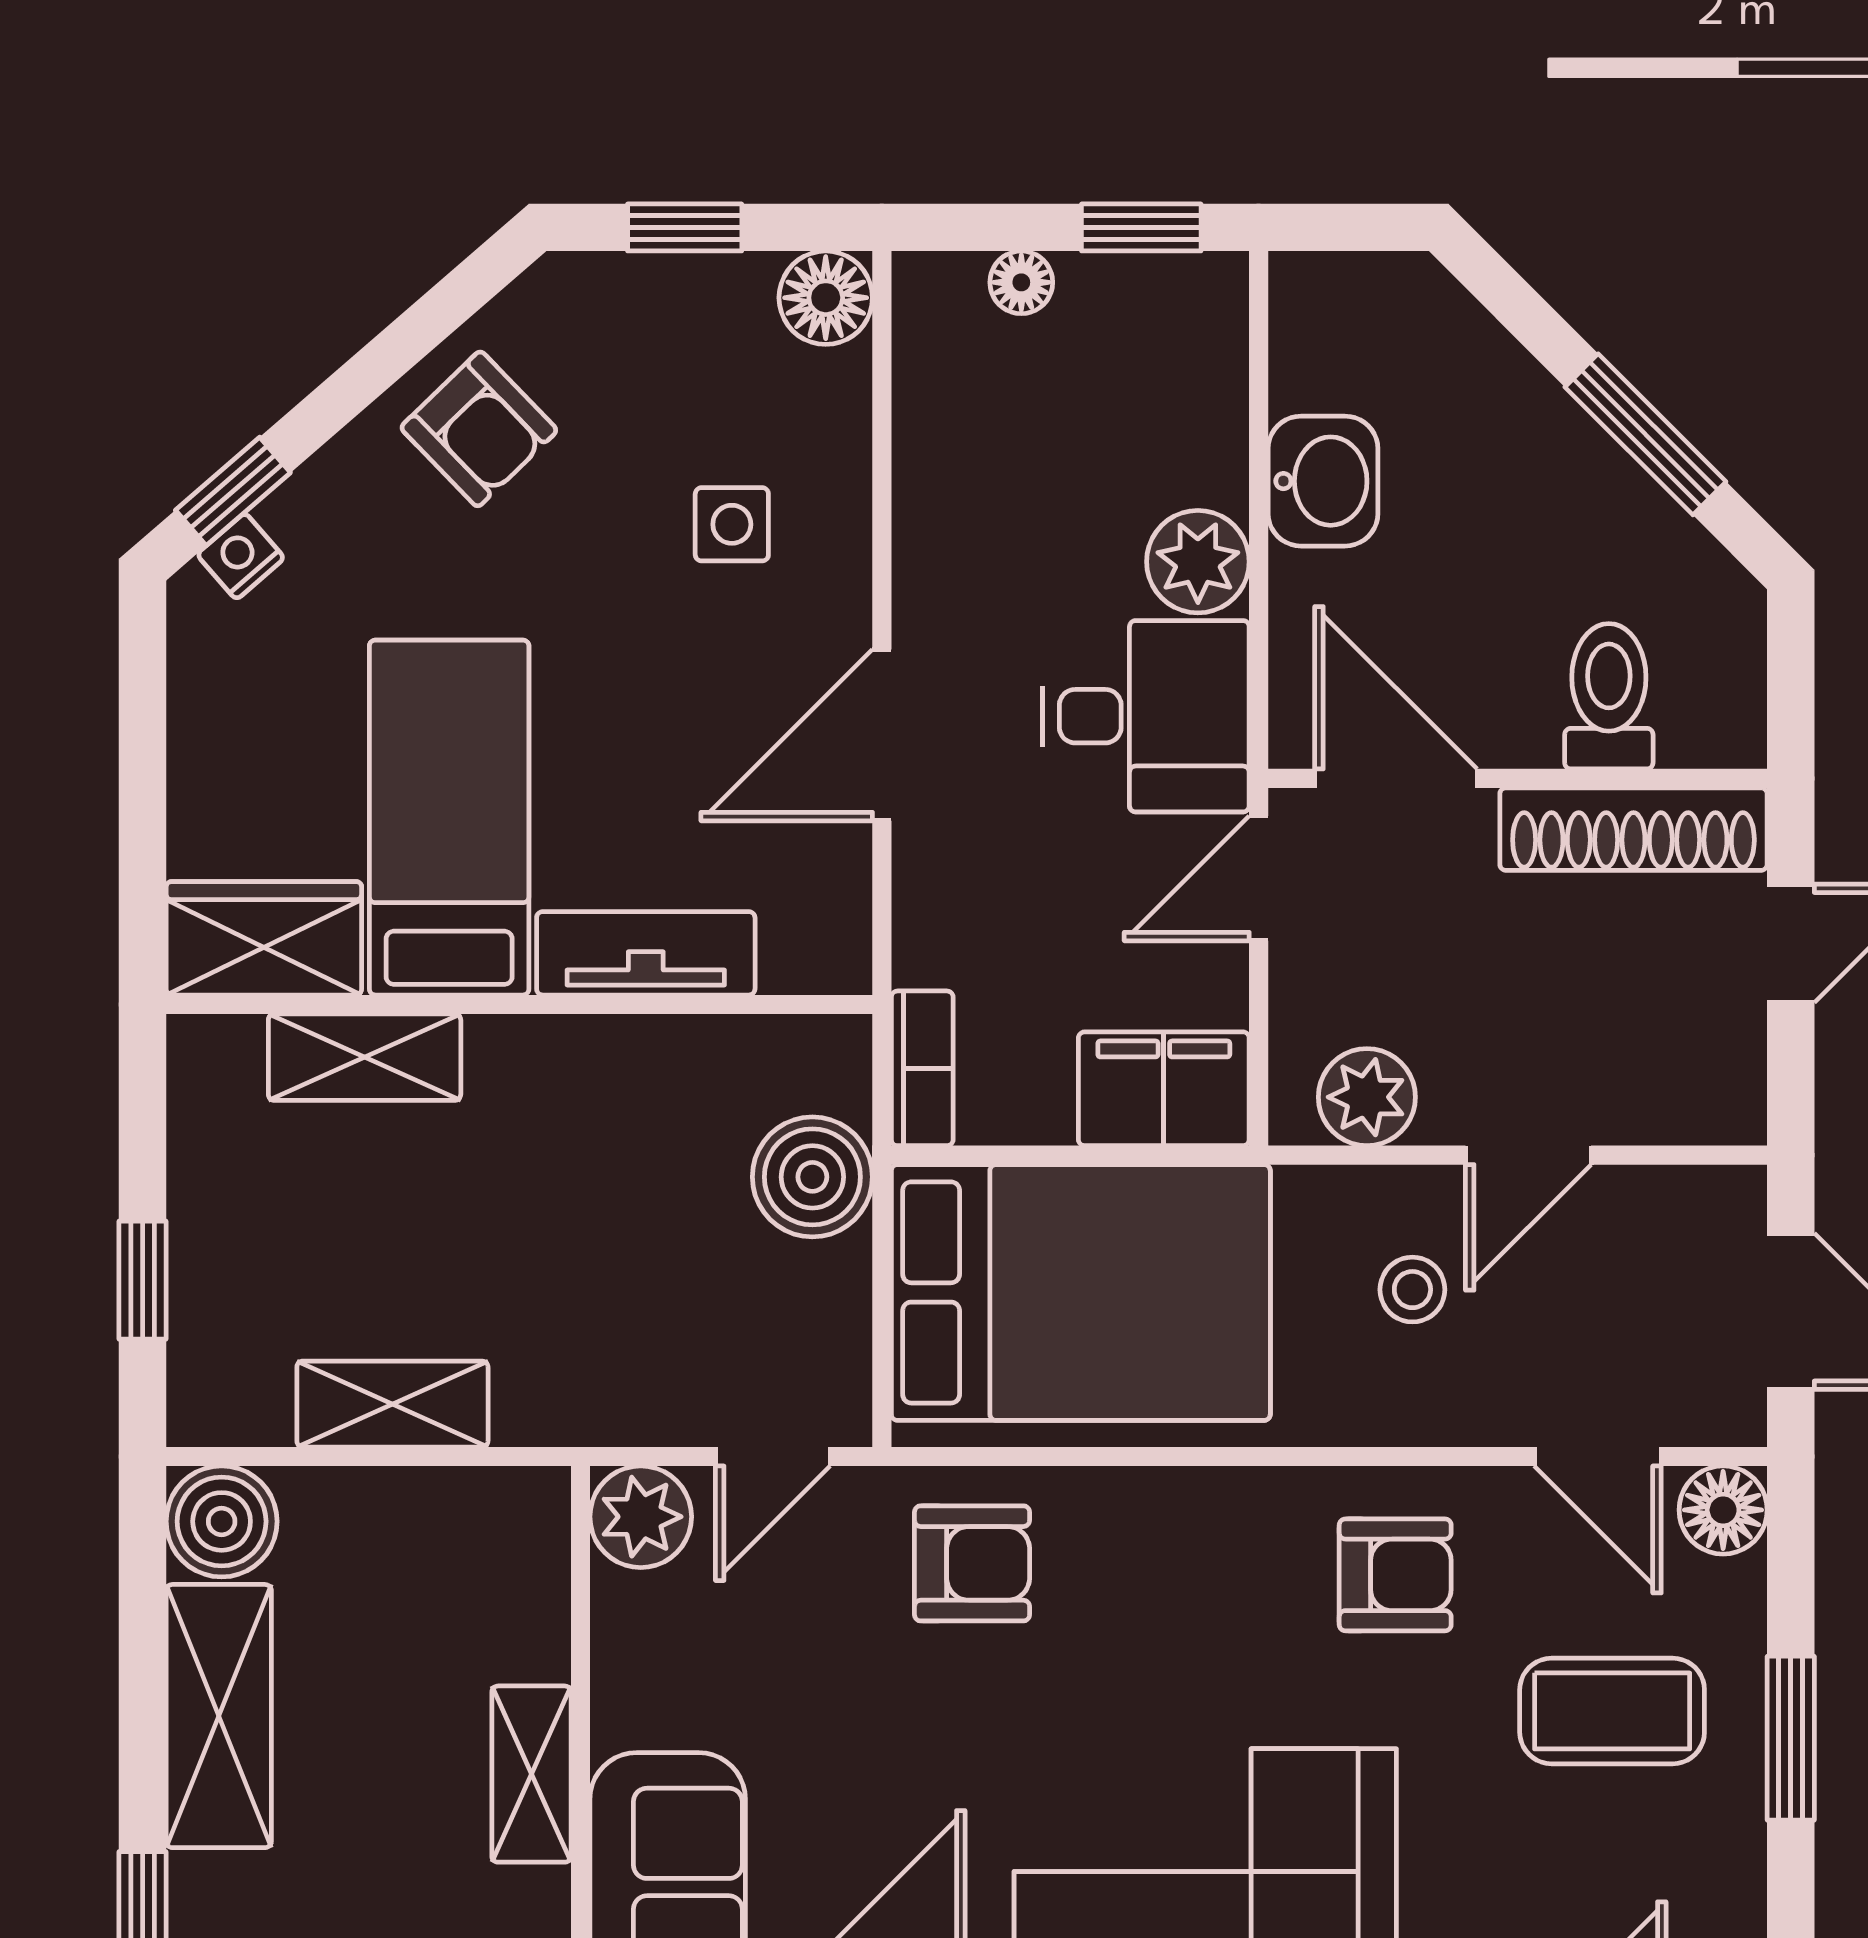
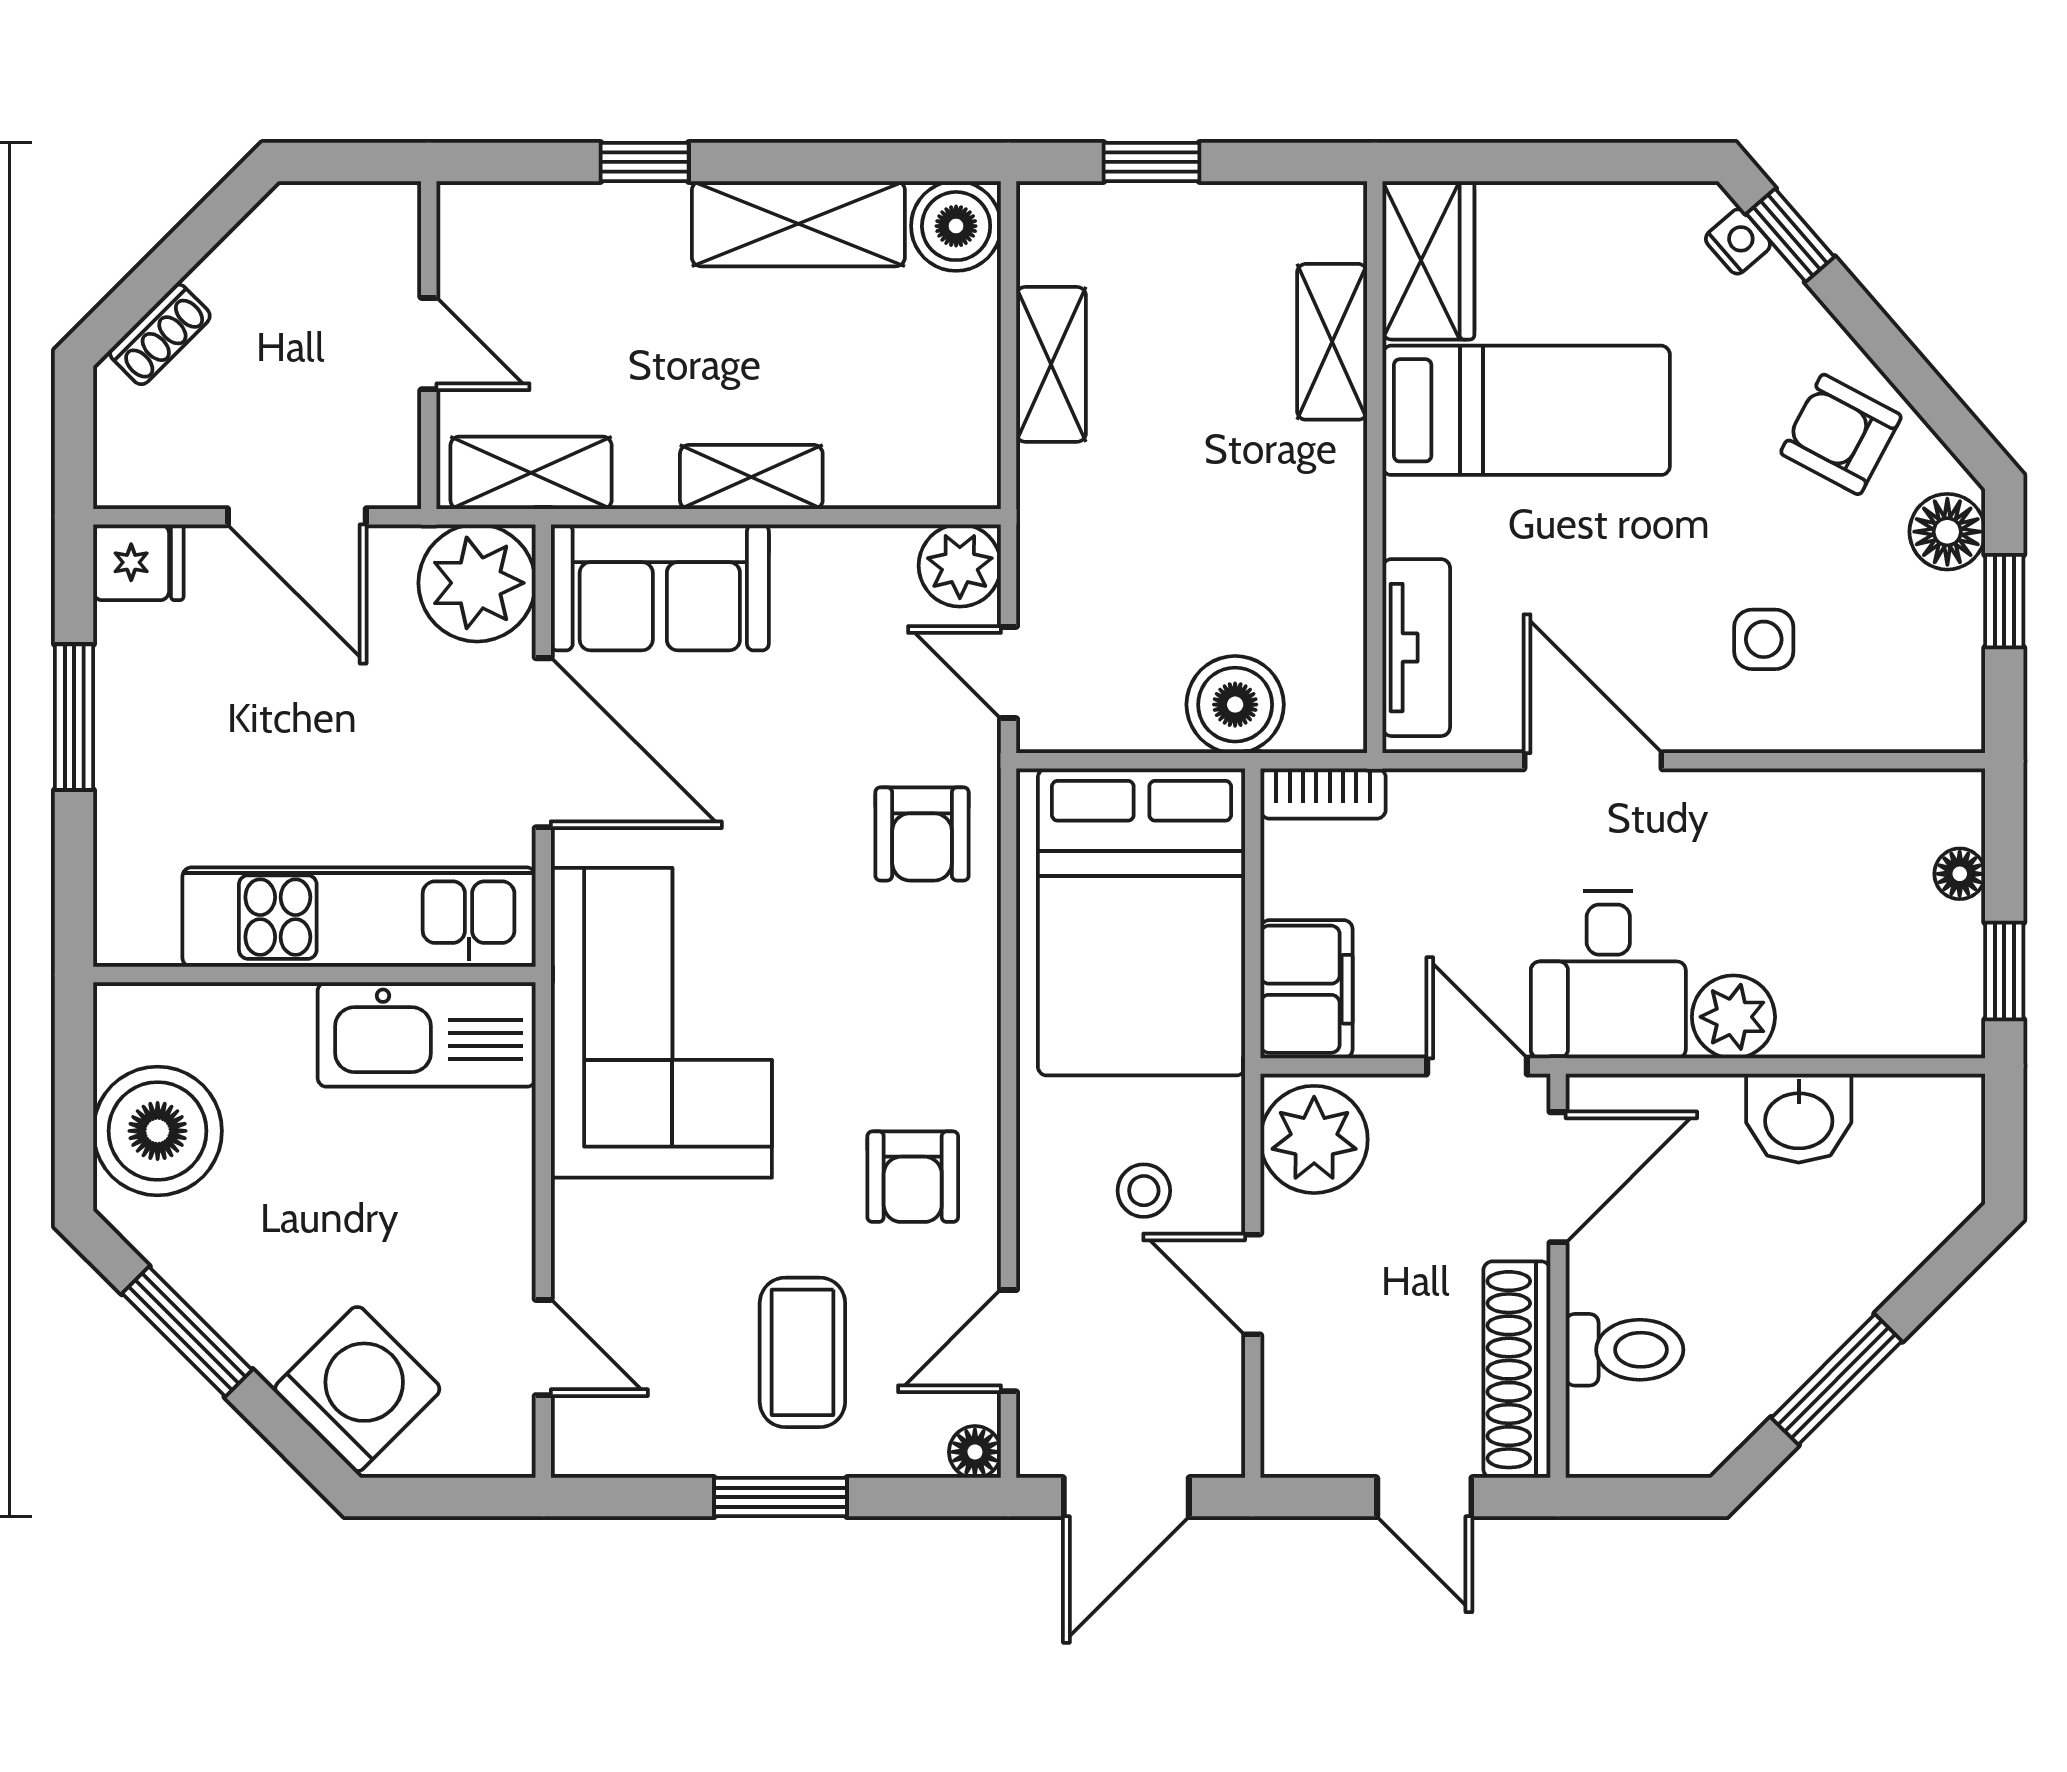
floor lamp: (826, 298) -> (1947, 532), moved
armchair: (479, 429) -> (1841, 434), turned 72
tv unit: (646, 953) -> (1416, 648), moved
plant: (1367, 1097) -> (1314, 1139), width x1.36, depth x1.36
floor lamp: (1723, 1510) -> (975, 1452), width x0.73, depth x0.73

